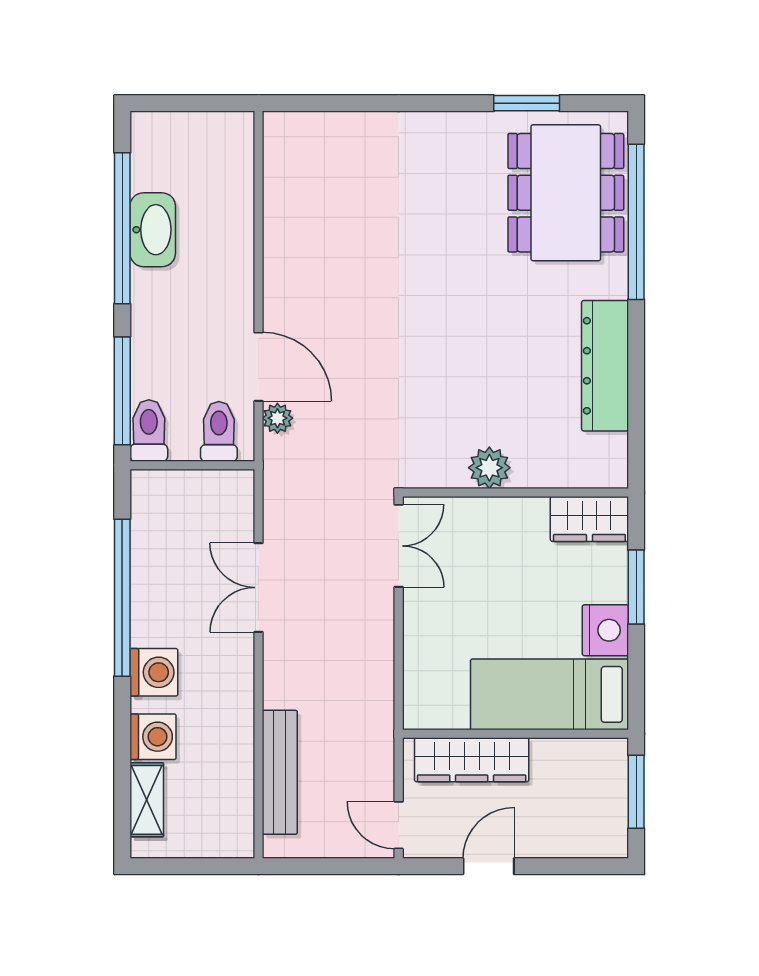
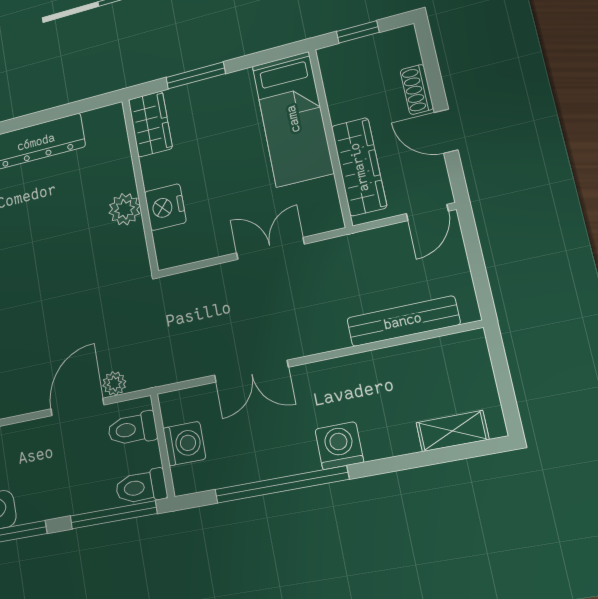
double door: (399, 546) -> (270, 249), moved
nightstand: (605, 630) -> (165, 207), moved, turned -90
washing machine: (153, 737) -> (184, 444), moved, turned 90
window: (636, 792) -> (358, 32), width x0.67
shoe rack: (547, 844) -> (417, 89), added

